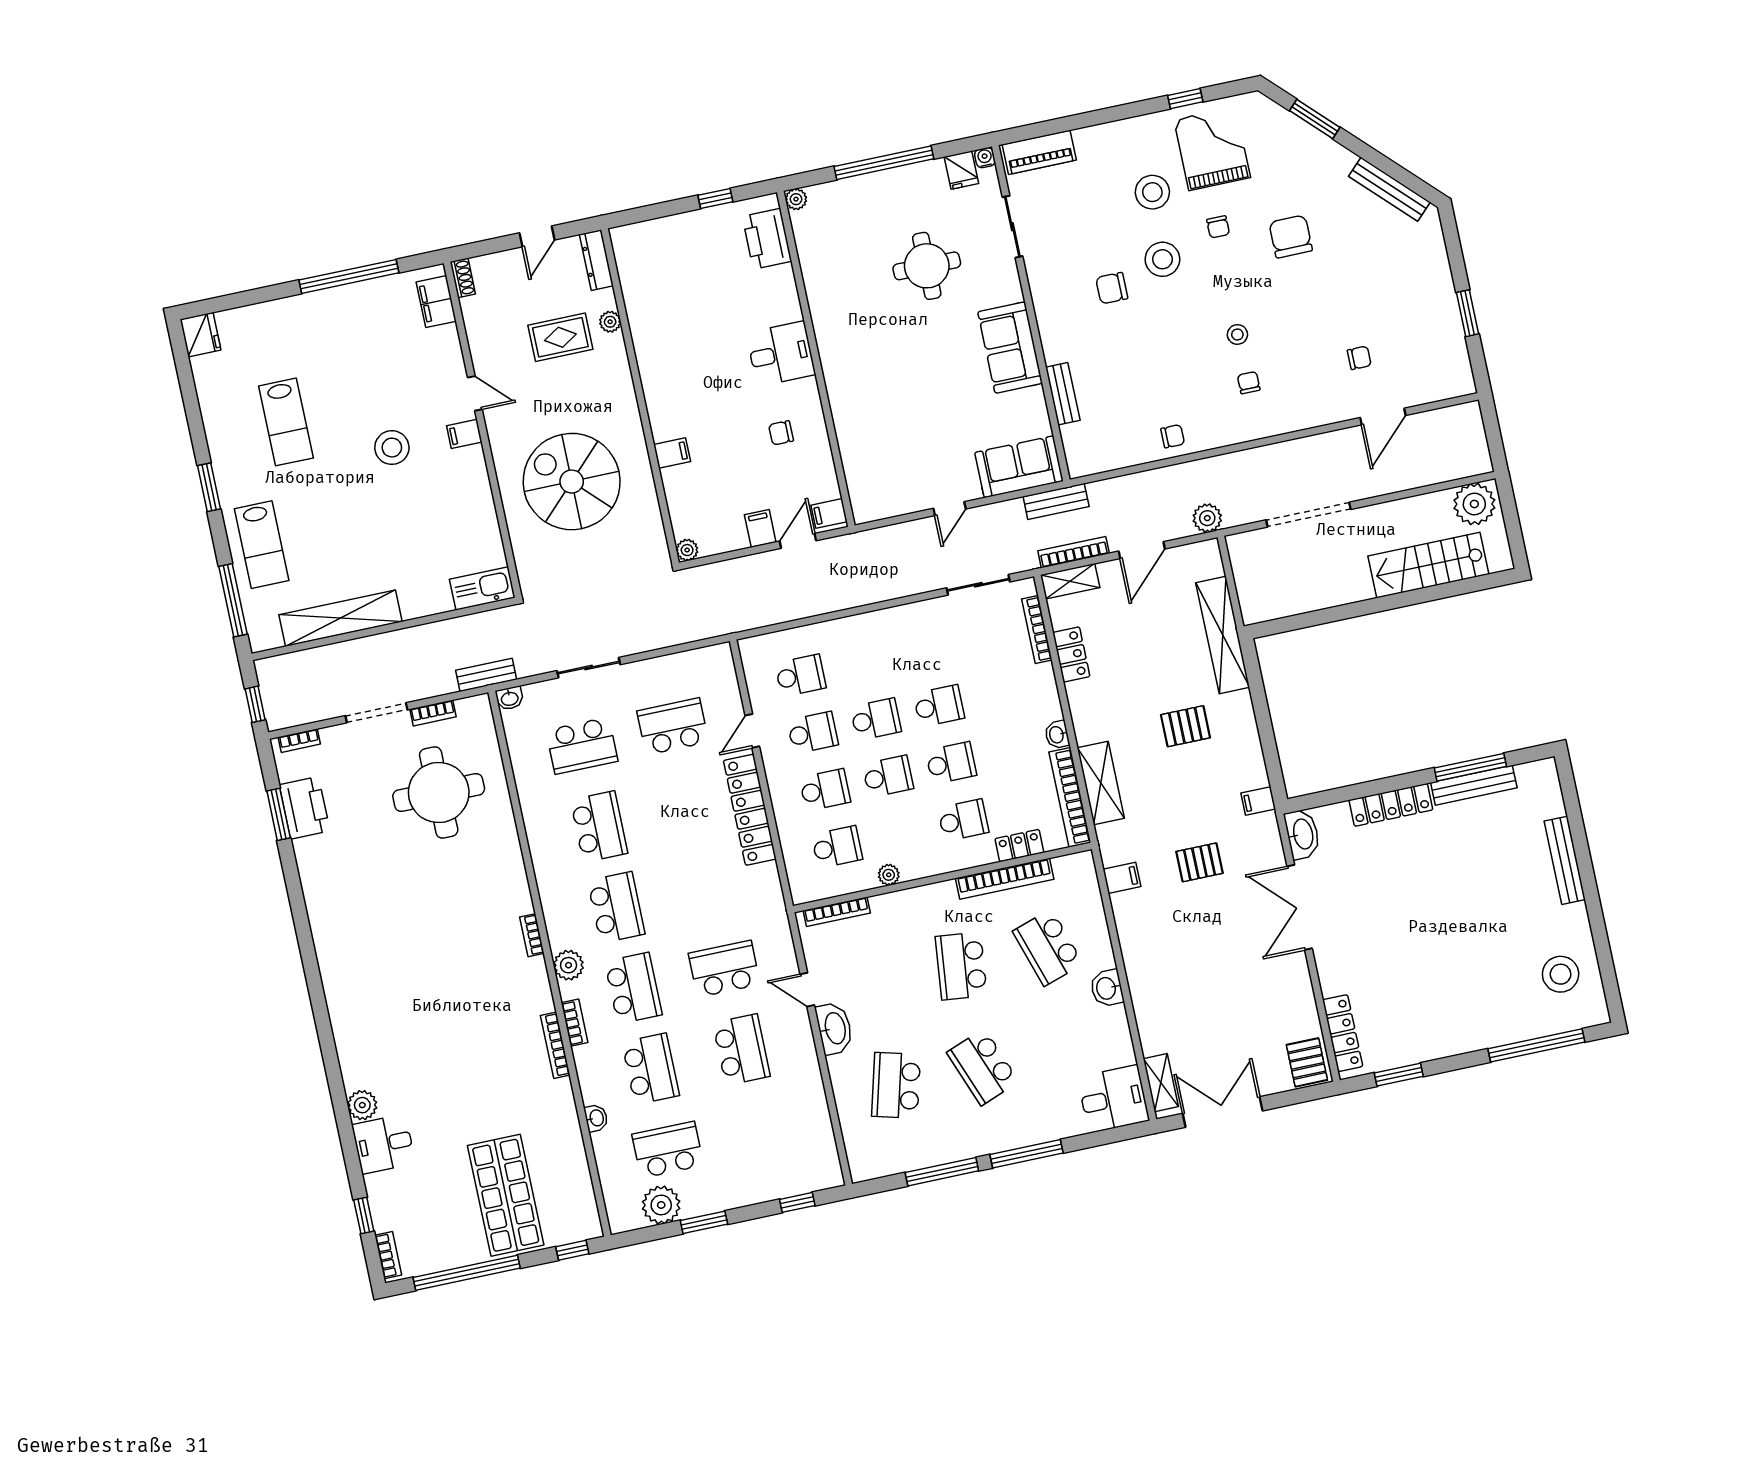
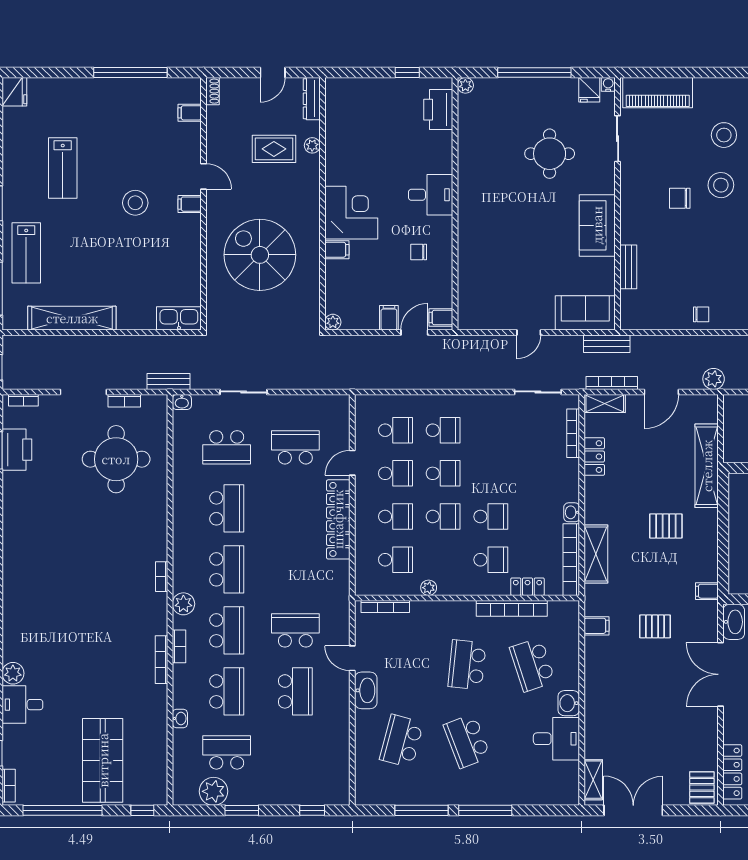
piano: (1039, 152) -> (658, 93), width x1.37, depth x1.33
filing cabinet: (436, 302) -> (190, 113), width x0.50
corner desk: (681, 400) -> (351, 213), added
school desk: (939, 706) -> (443, 430), moved
desk: (1113, 1099) -> (556, 739), moved

